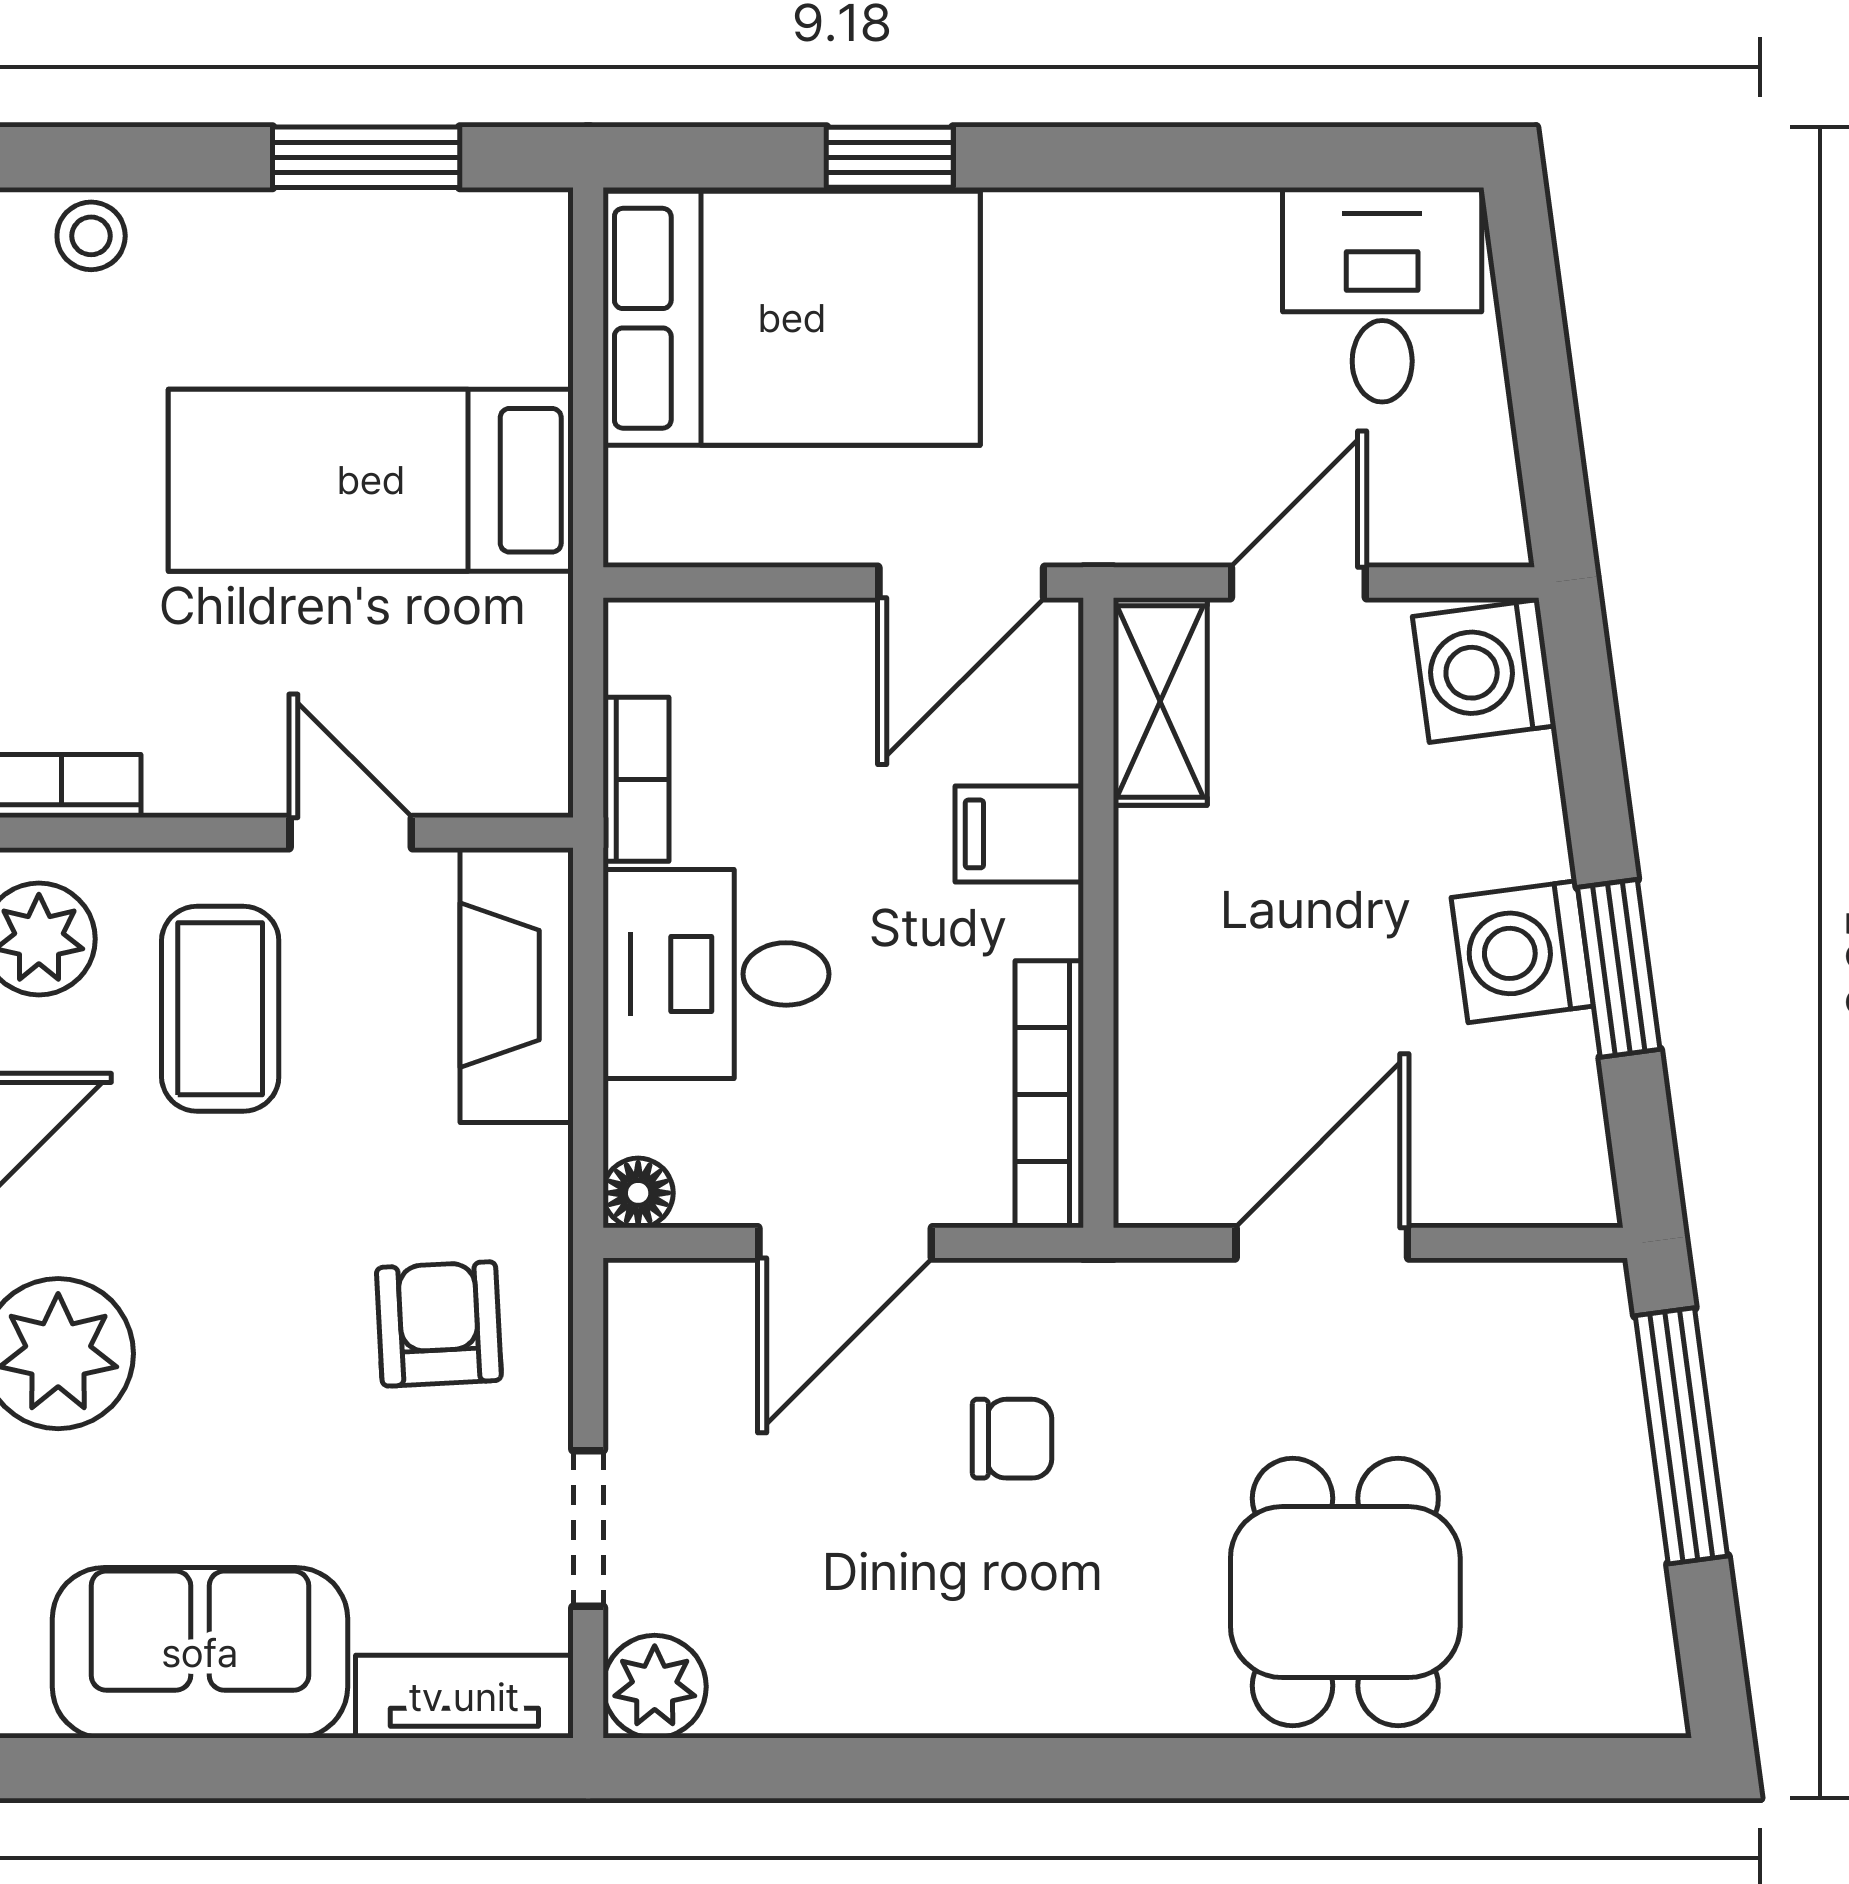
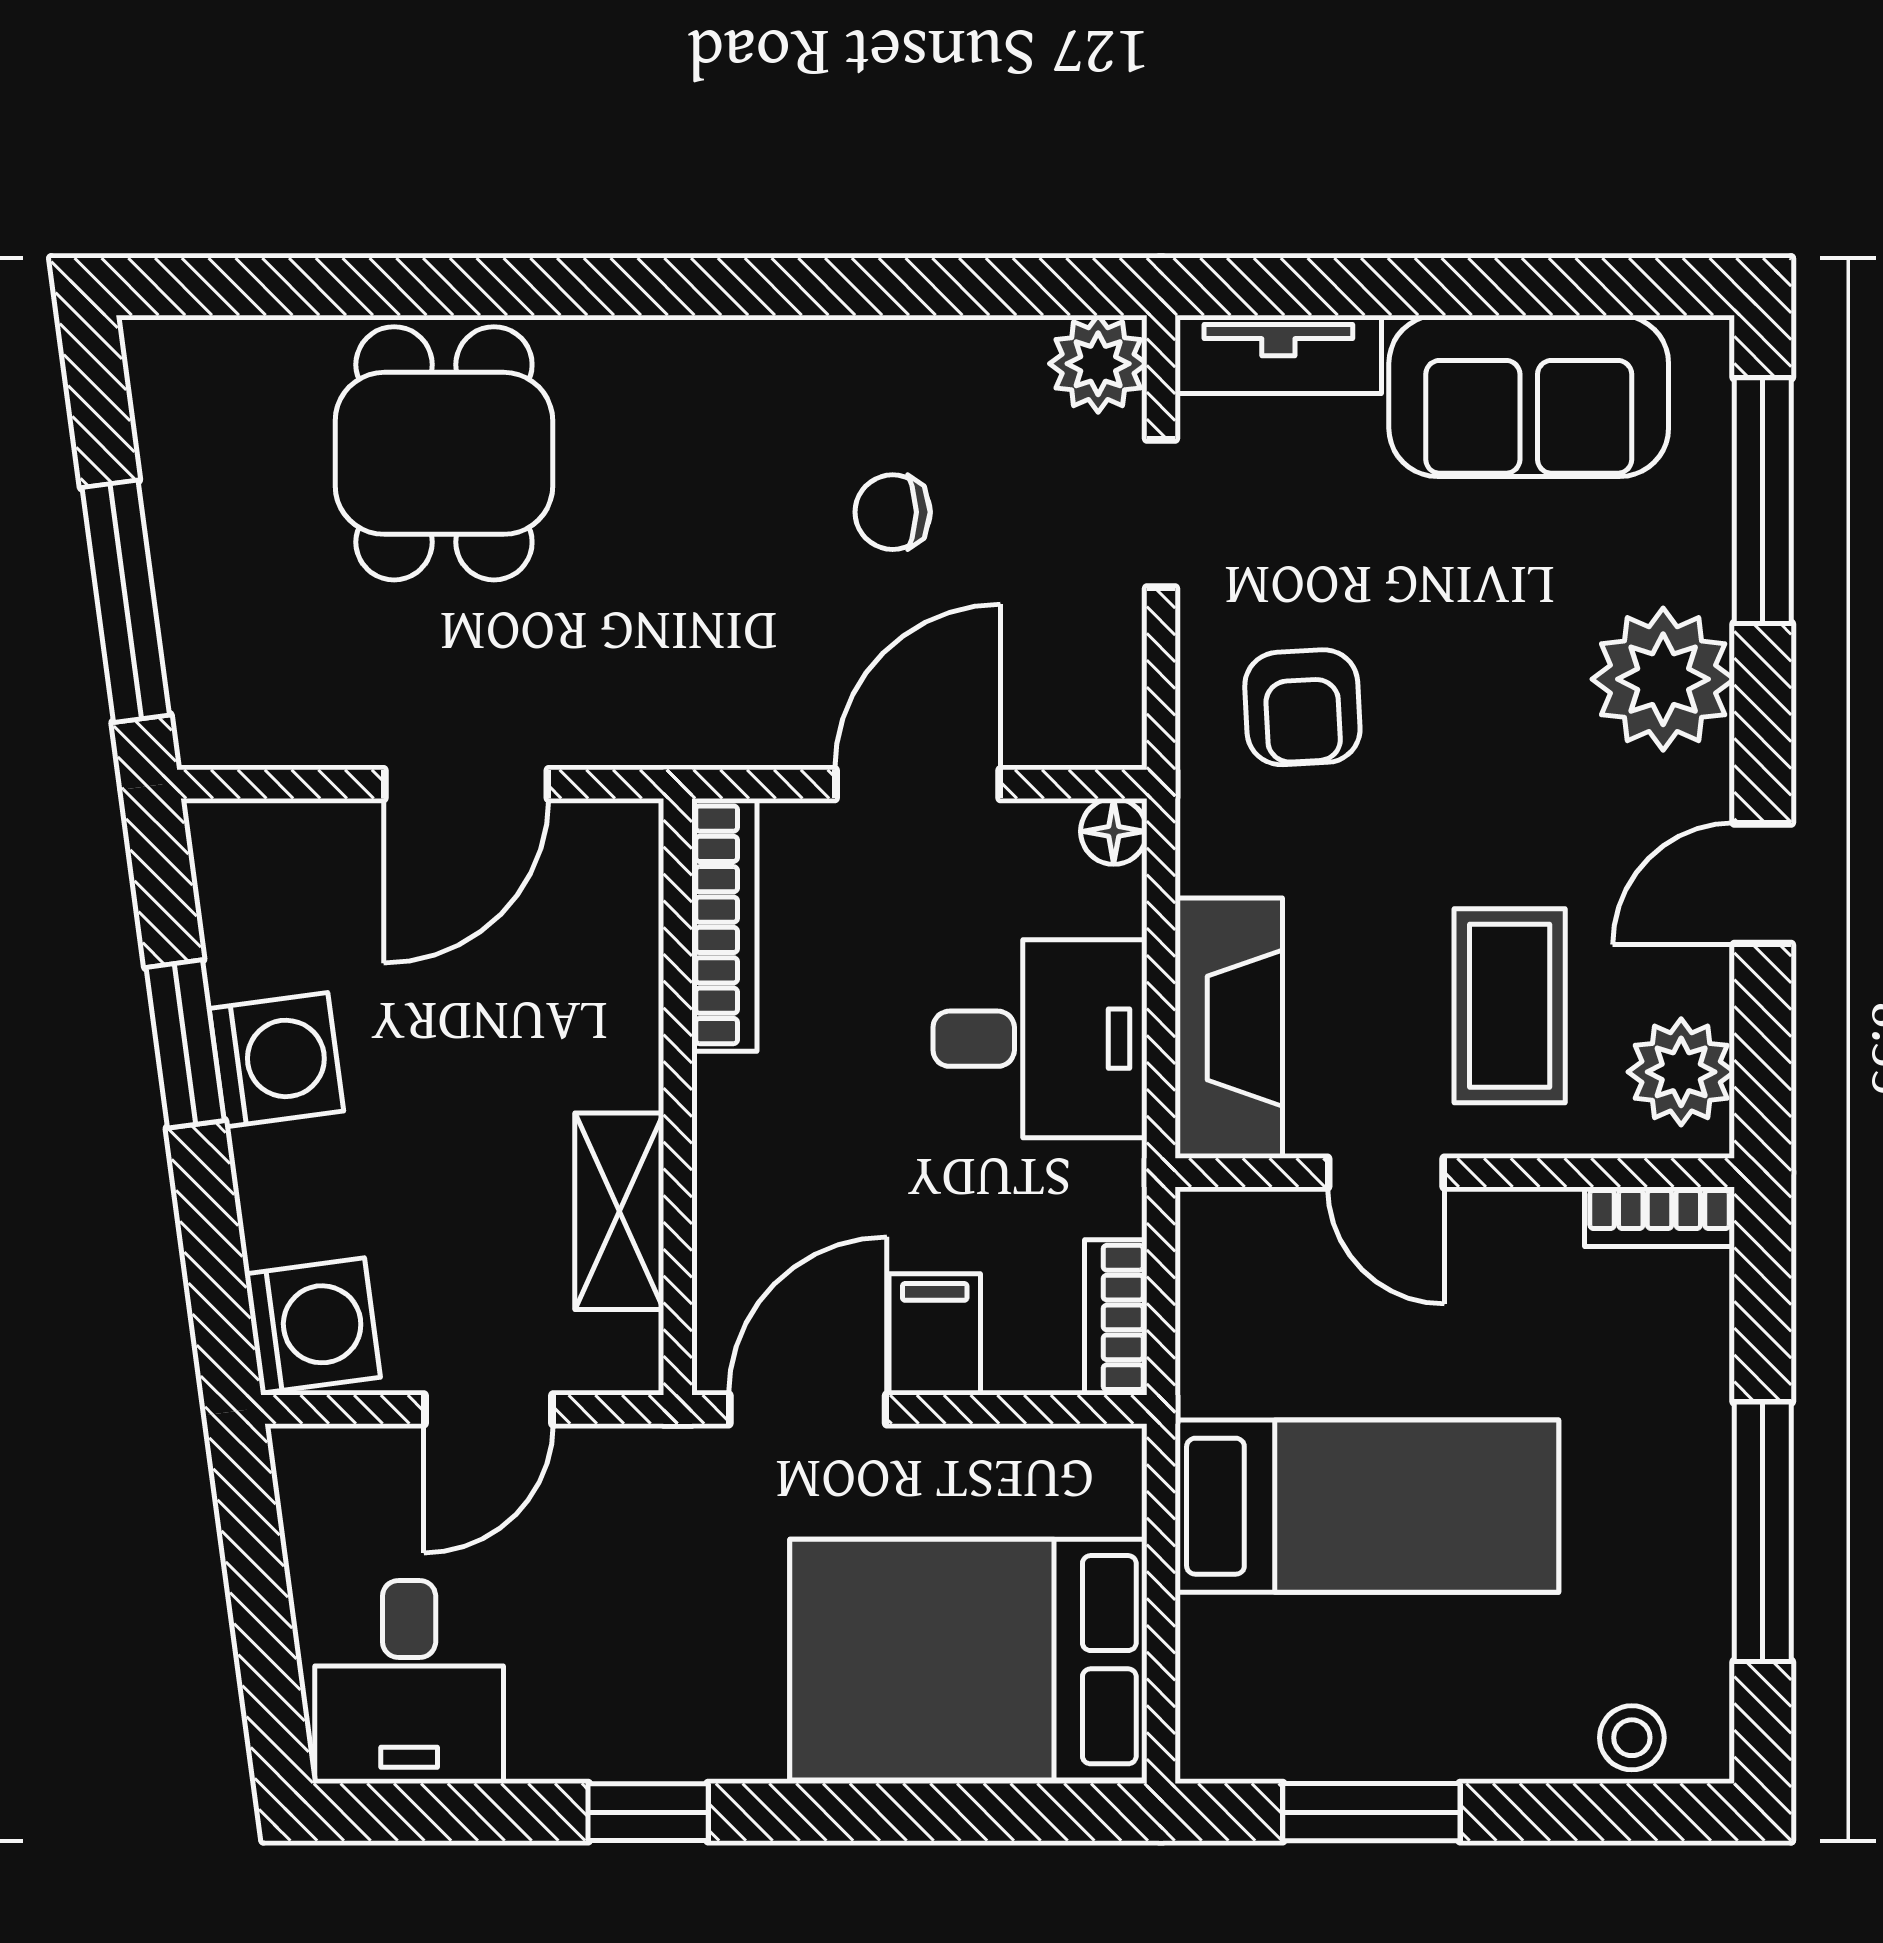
window: (890, 157) -> (648, 1812), moved
shelving: (1160, 701) -> (619, 1211), moved
bookcase: (636, 779) -> (1116, 1317), moved
filing cabinet: (1019, 834) -> (935, 1334), moved, turned -90
chair: (1012, 1439) -> (893, 512), moved

